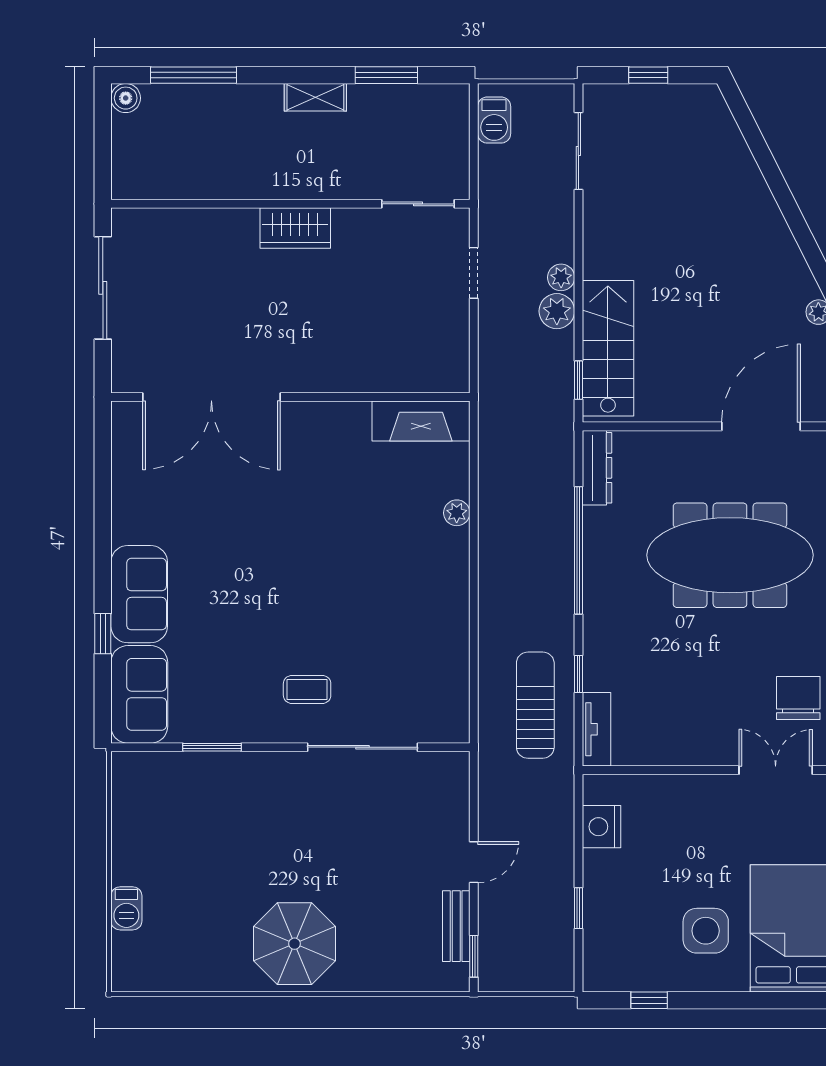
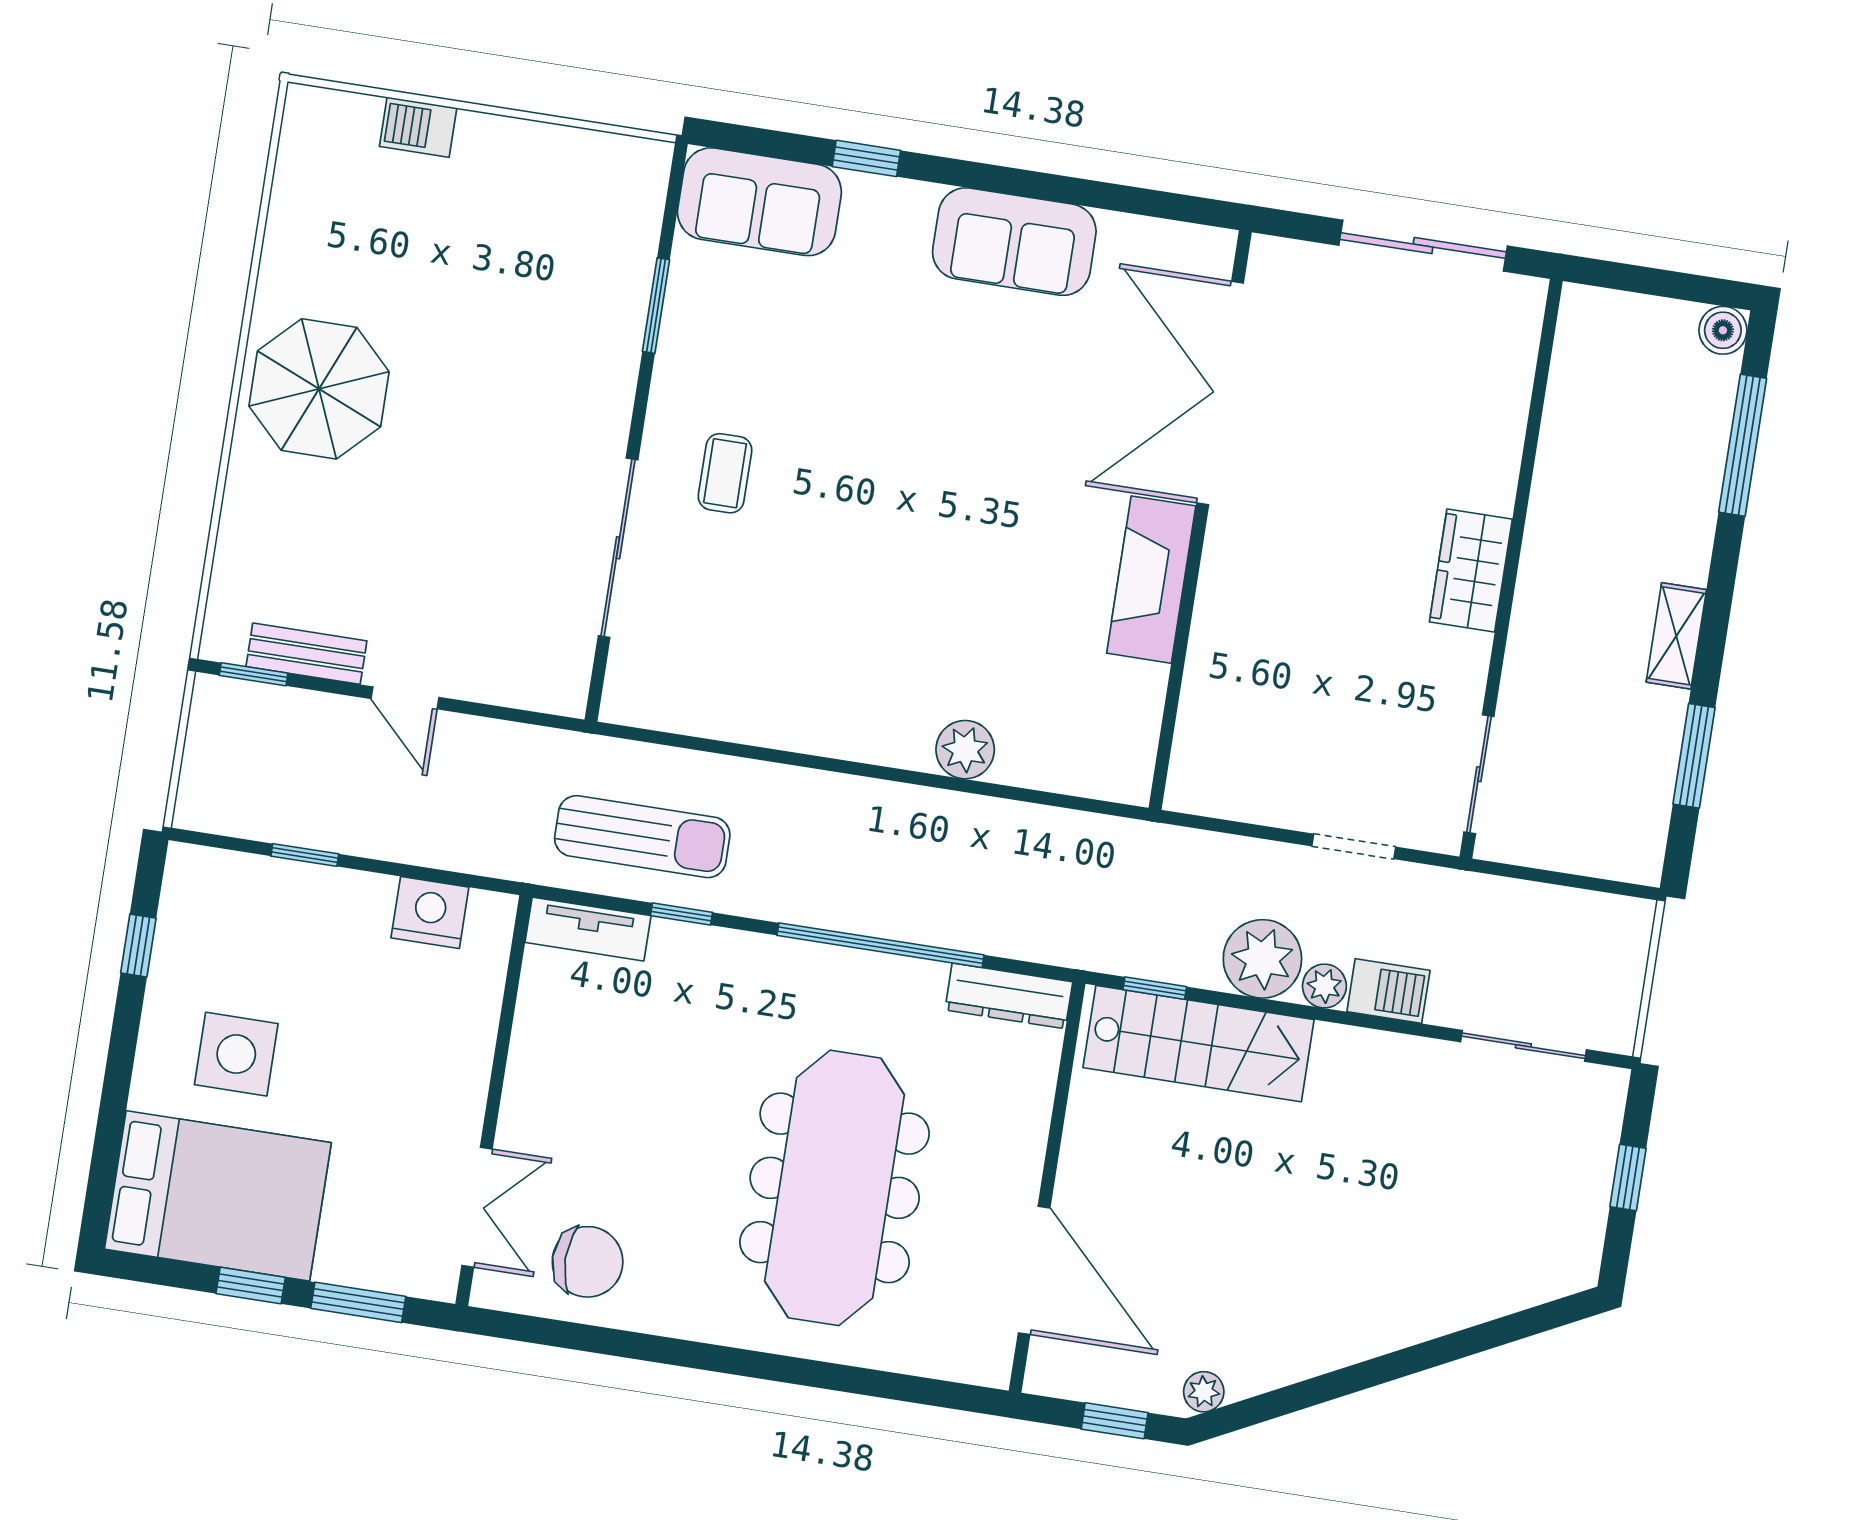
barbecue: (494, 120) -> (1388, 991), moved, turned 180
plant: (557, 311) -> (1262, 959), width x1.36, depth x1.36
fireplace: (421, 421) -> (1151, 580), moved
plant: (457, 513) -> (965, 750), width x1.38, depth x1.38
sofa: (139, 594) -> (1014, 242), moved

